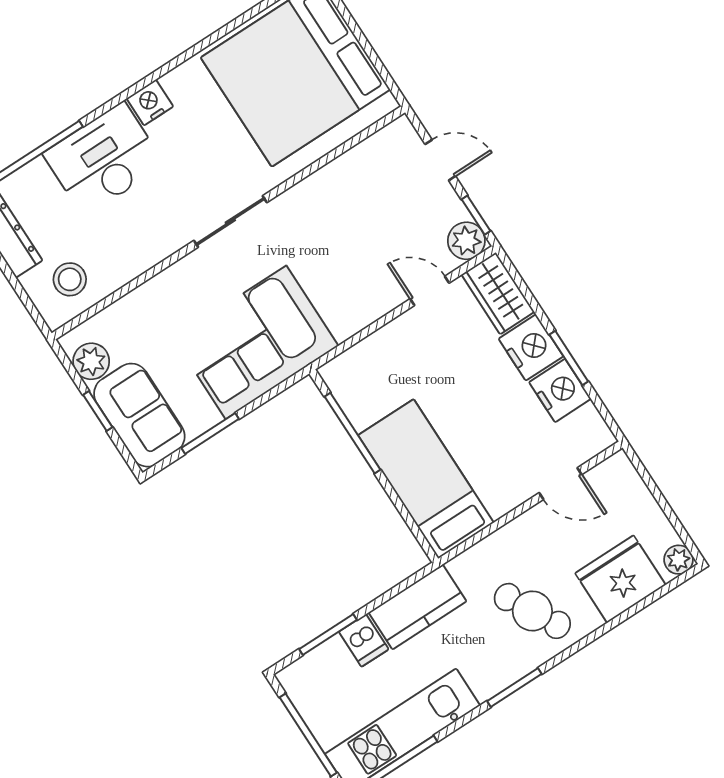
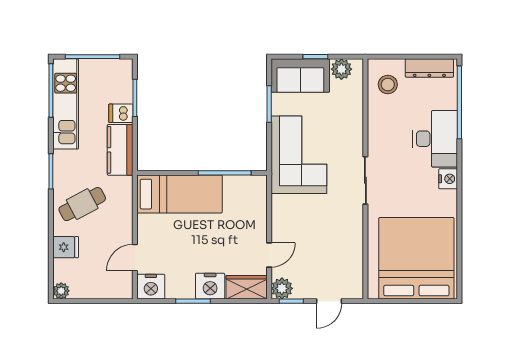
nightstand: (560, 391) -> (151, 287), moved
fridge: (620, 579) -> (66, 247), width x0.53, depth x0.75

